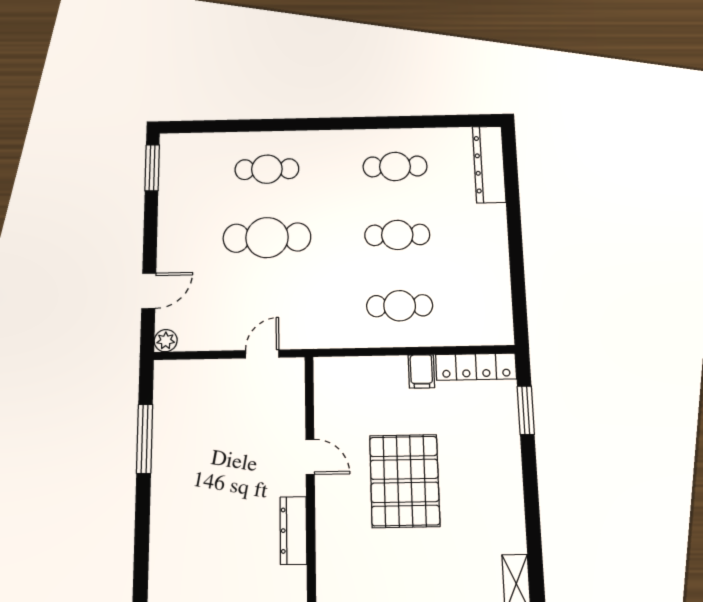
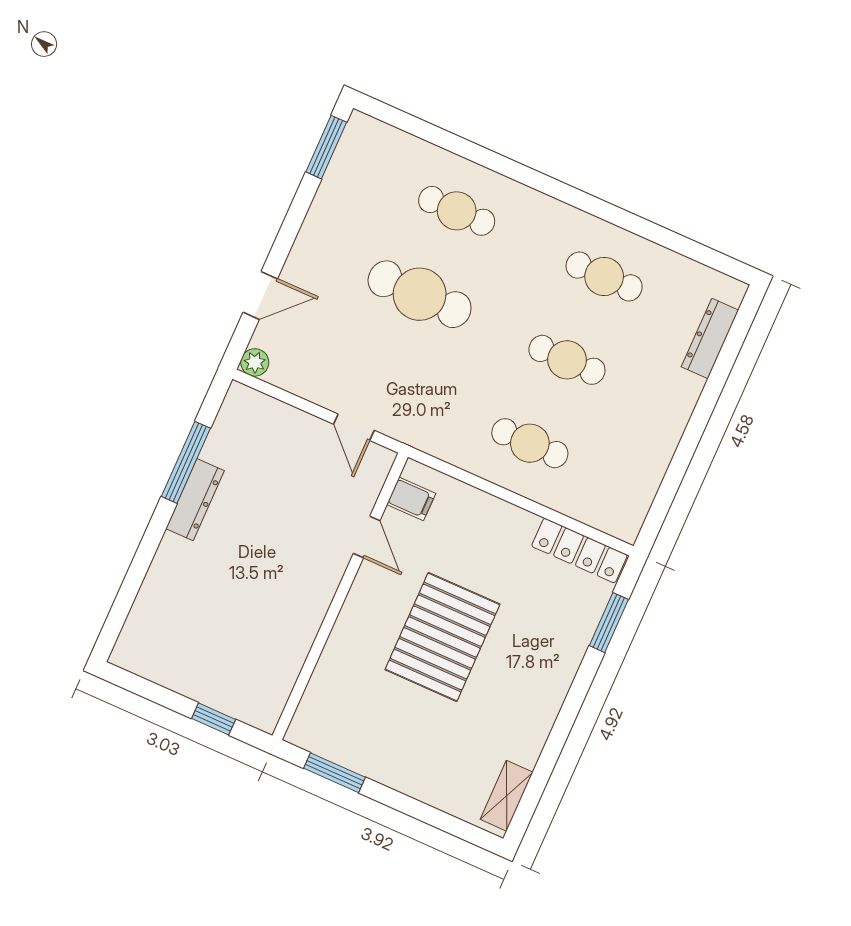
dresser: (489, 164) -> (710, 339), width x0.73, depth x0.80
door: (262, 354) -> (354, 427), swing flipped
filing cabinet: (421, 371) -> (411, 499), moved, turned -90
door: (310, 457) -> (367, 537), moved
dresser: (293, 530) -> (195, 500), moved, turned 180

